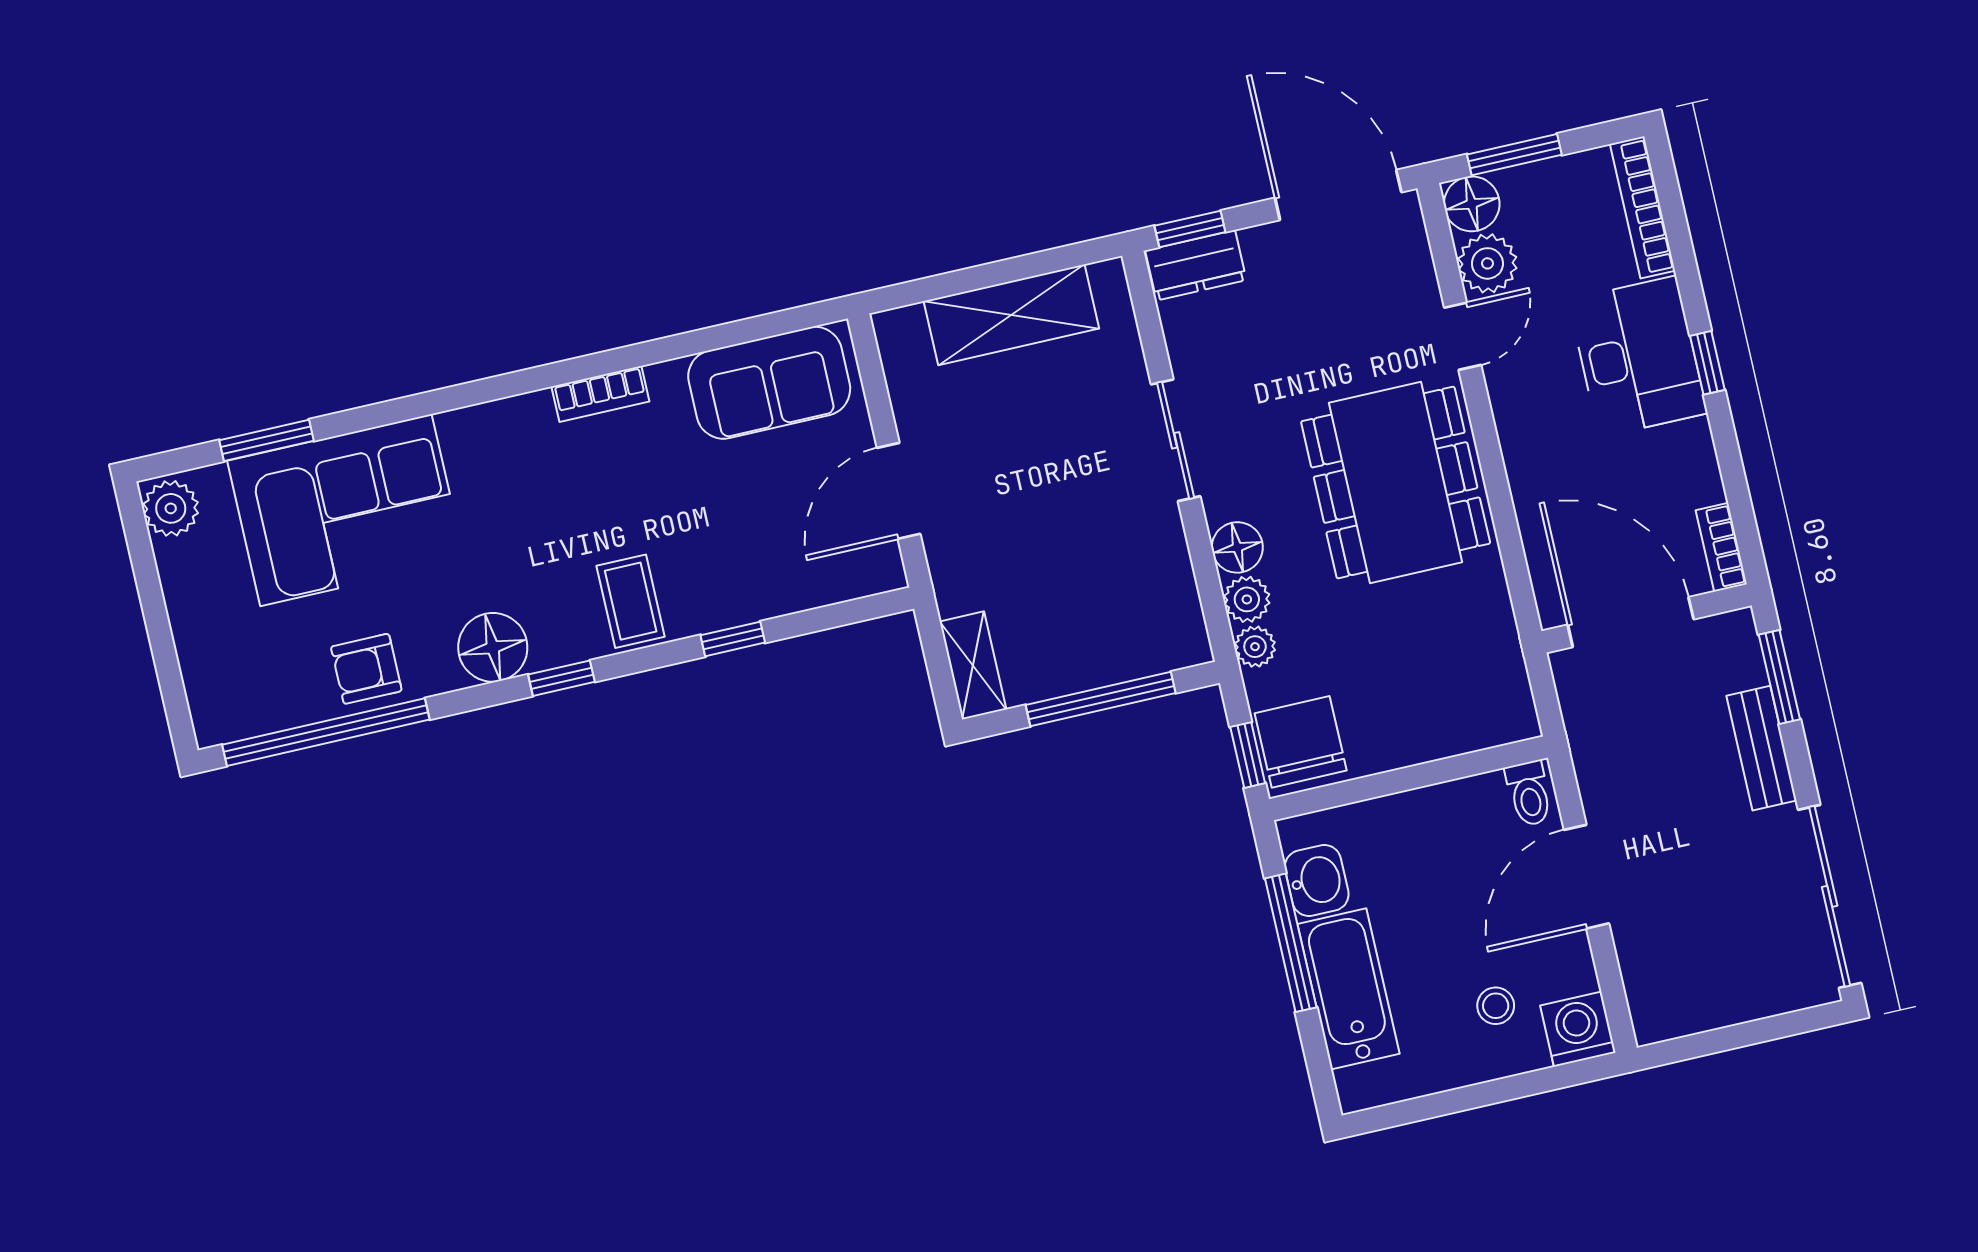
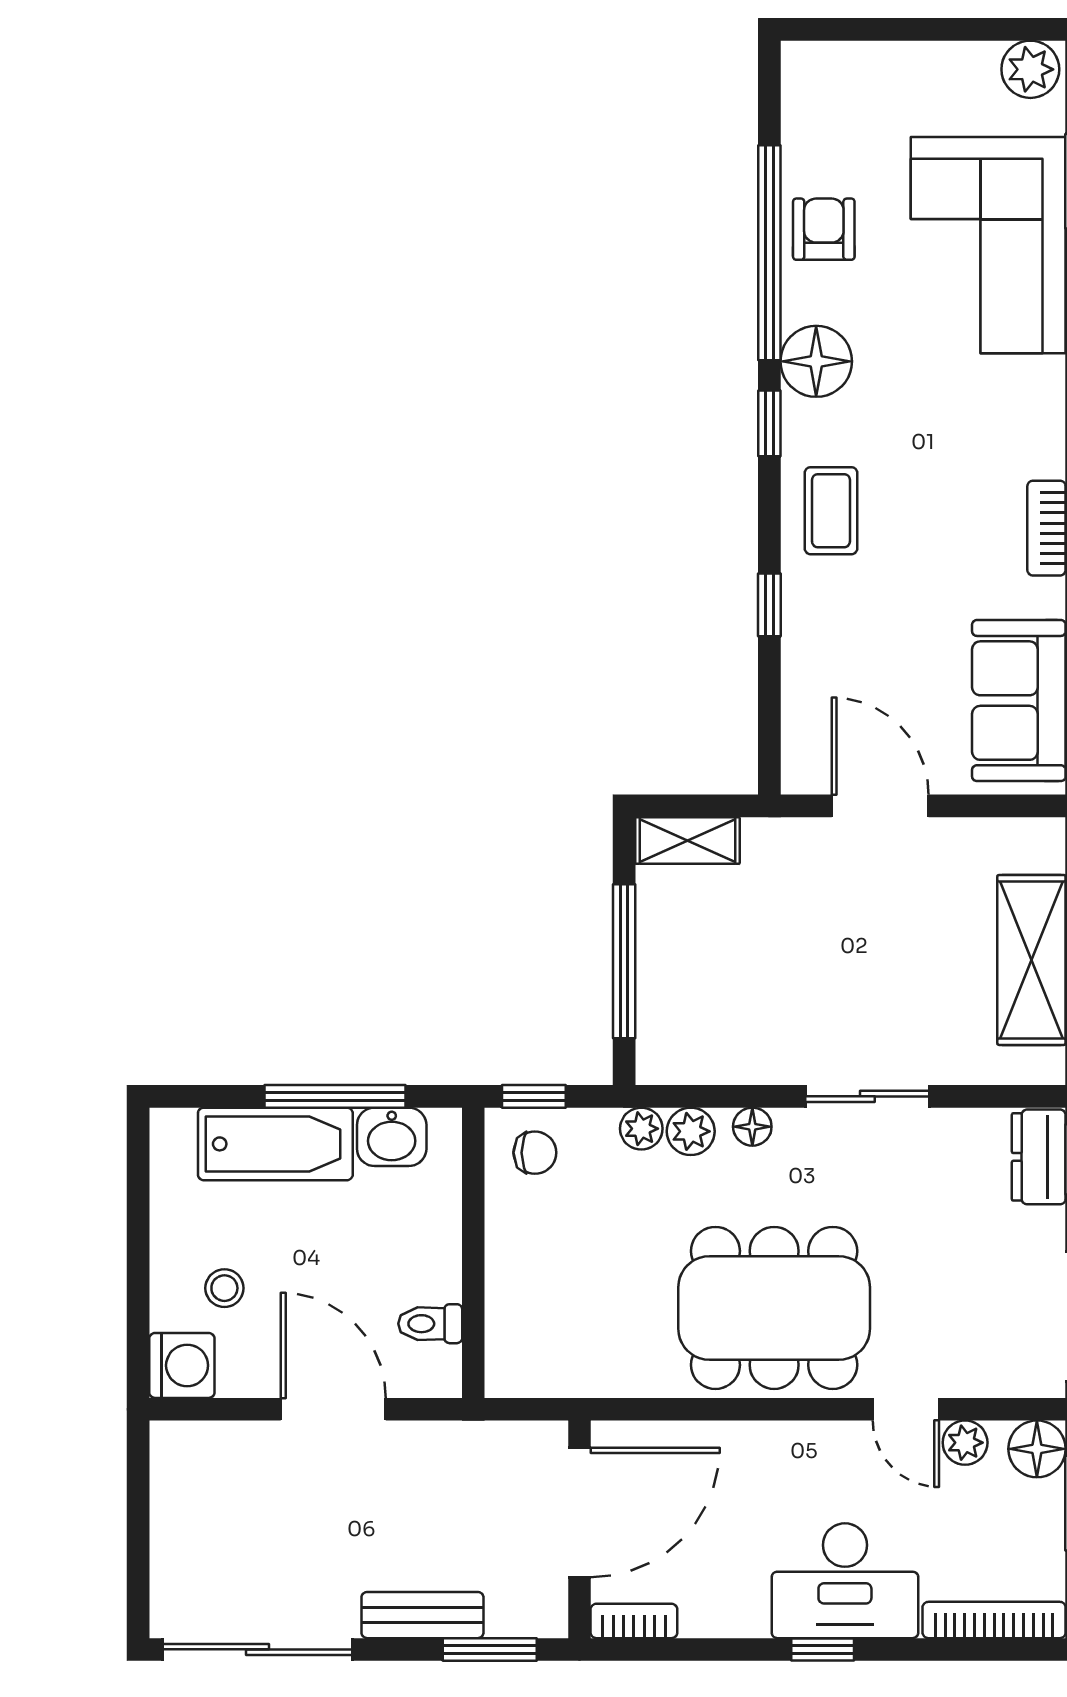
plant: (1487, 263) -> (965, 1443), width x0.73, depth x0.73
floor lamp: (1237, 547) -> (752, 1127), width x0.73, depth x0.73
coffee table: (631, 601) -> (831, 511), turned 90
window: (326, 732) -> (769, 253), moved
chair: (1301, 742) -> (535, 1153), width x0.54, depth x0.54
toilet: (1529, 794) -> (430, 1324), moved

